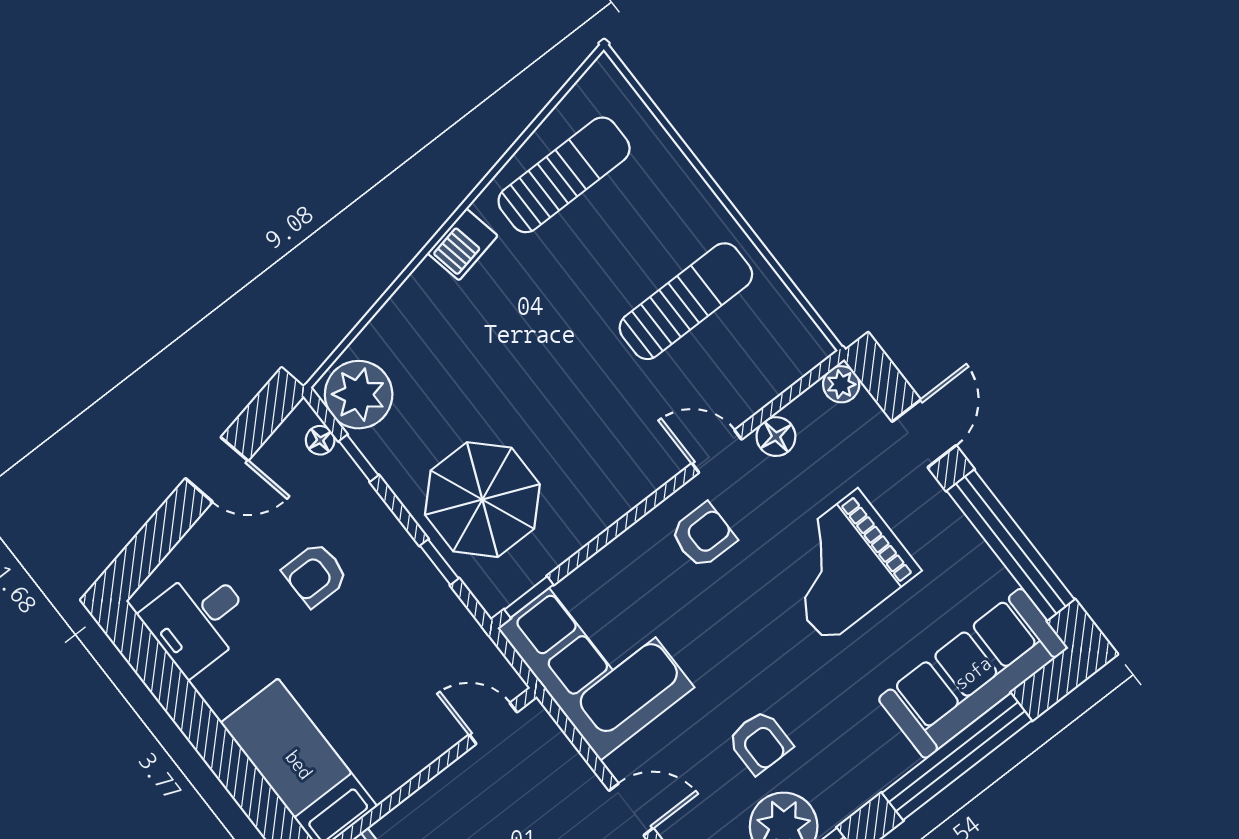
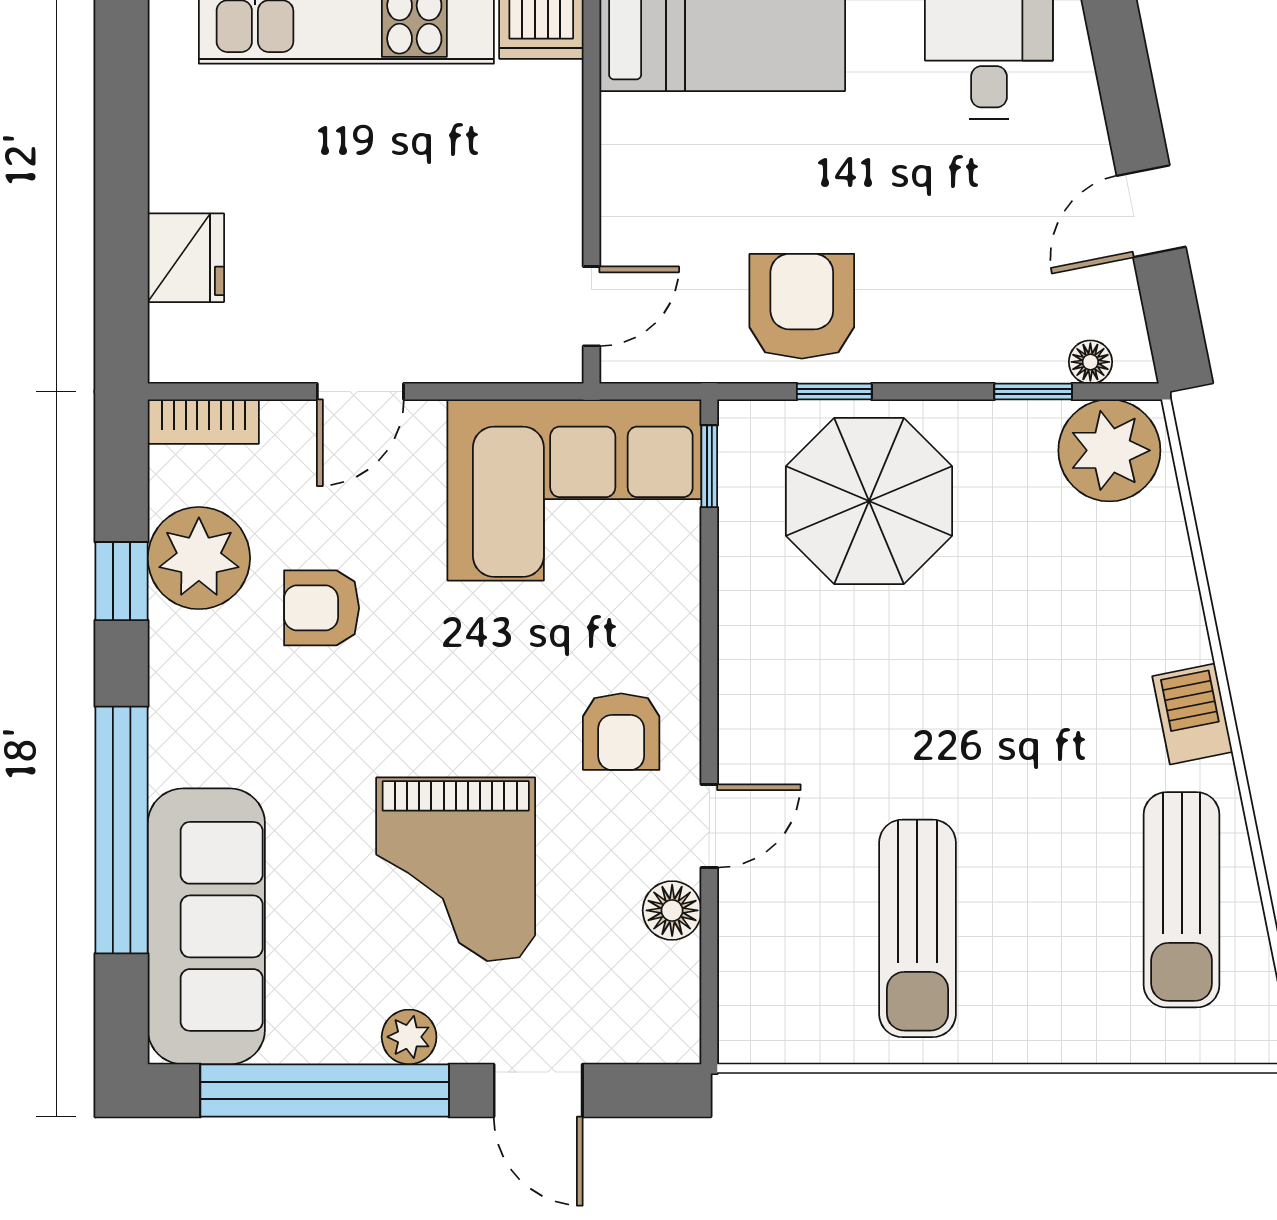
plant: (841, 384) -> (409, 1037), moved
grand piano: (842, 566) -> (456, 869), turned 180
armchair: (315, 574) -> (802, 306), moved, width x1.38, depth x1.38

